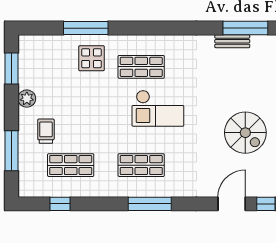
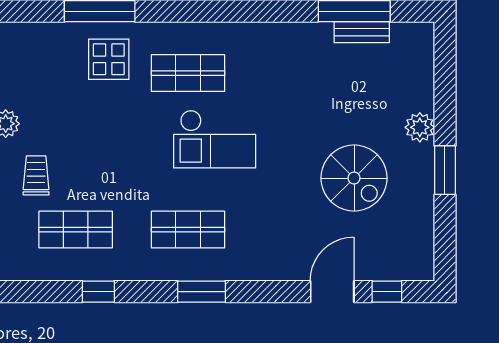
bench: (232, 41) -> (362, 32), moved
window: (60, 204) -> (98, 292), moved
window: (150, 204) -> (201, 292), width x0.69

